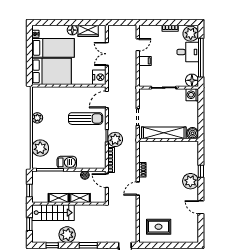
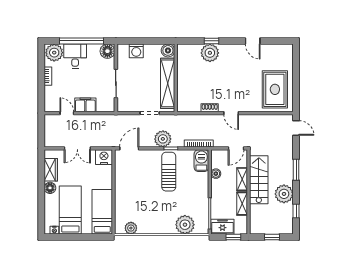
filing cabinet: (145, 61) -> (85, 105), width x2.00
bed: (52, 71) -> (102, 212), width x0.67
washing machine: (192, 95) -> (136, 51), moved
door: (107, 99) -> (129, 148), swing flipped
plant: (37, 118) -> (131, 228), moved
sun lounger: (86, 119) -> (169, 172), moved
plant: (115, 139) -> (163, 139), moved
barbecue: (67, 162) -> (201, 161), moved
freezer: (39, 181) -> (222, 227), added
door: (107, 181) -> (236, 148), moved
plant: (190, 181) -> (210, 53), moved
door: (201, 207) -> (253, 41), hinge flipped
stairs: (53, 213) -> (259, 180), moved
rug: (159, 227) -> (275, 89), width x1.36, depth x1.43

